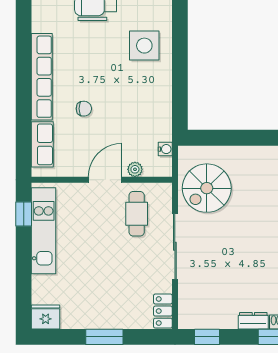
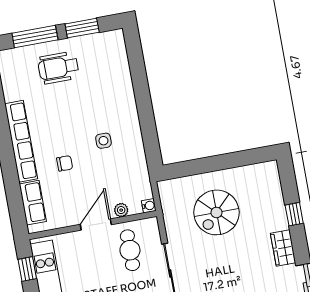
side table: (144, 46) -> (103, 141), moved, width x0.54, depth x0.54
water cooler: (165, 149) -> (149, 206), moved
spiral stairs: (207, 188) -> (216, 212), moved

